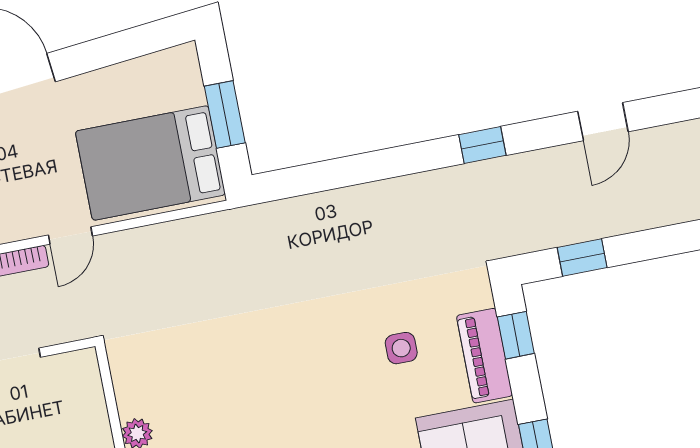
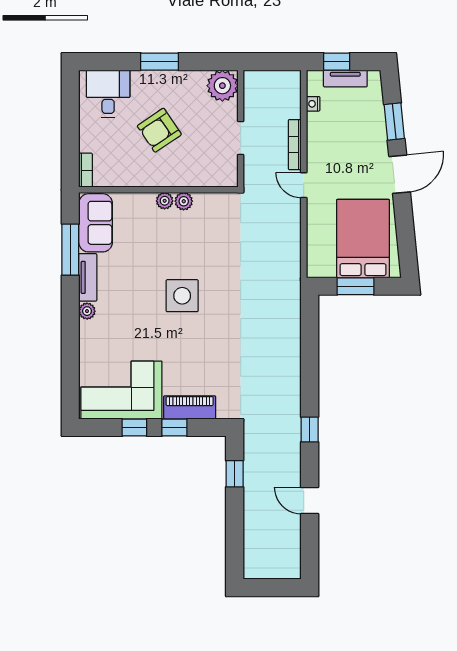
bed: (150, 163) -> (363, 239), moved
window: (516, 335) -> (174, 427), moved
side table: (401, 348) -> (182, 296), moved, width x1.87, depth x1.87

